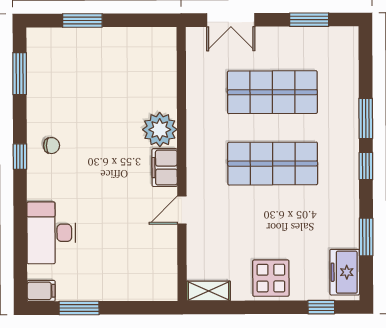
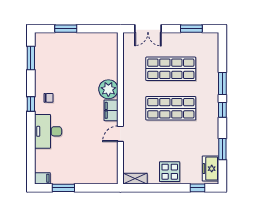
desk: (51, 233) -> (48, 131), moved

